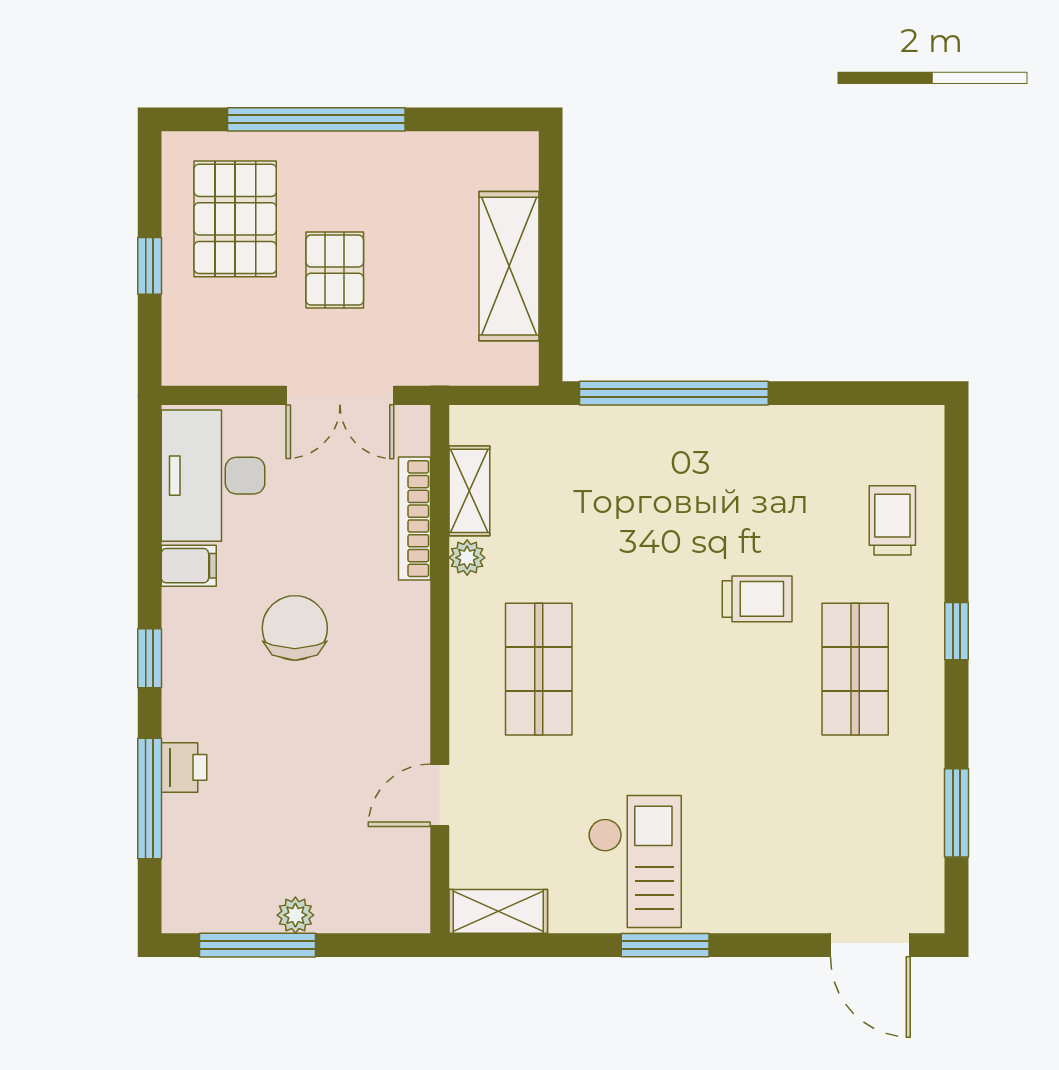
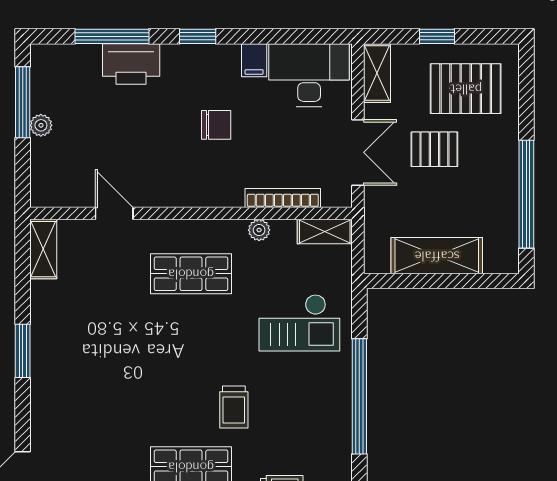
window: (316, 119) -> (526, 194), moved
shelving: (210, 364) -> (377, 73), added
window: (674, 393) -> (359, 396), moved
double door: (340, 395) -> (358, 152), swing flipped
shelving: (469, 491) -> (325, 231), moved
chair: (295, 628) -> (216, 125), width x0.73, depth x0.73
printer: (184, 767) -> (131, 64), width x1.87, depth x1.48
checkout: (635, 862) -> (299, 323), moved

